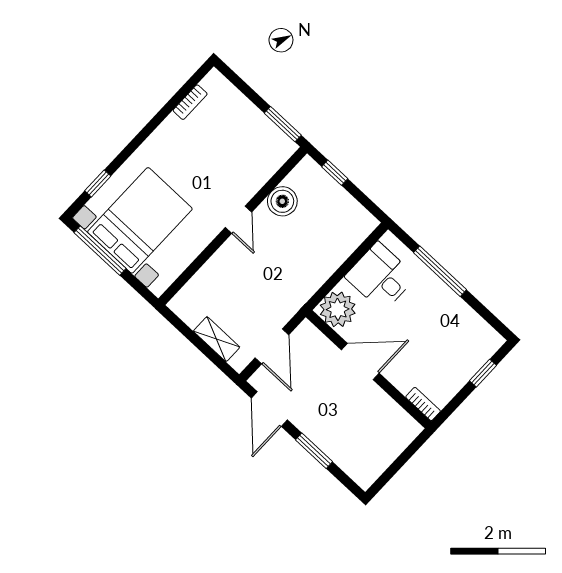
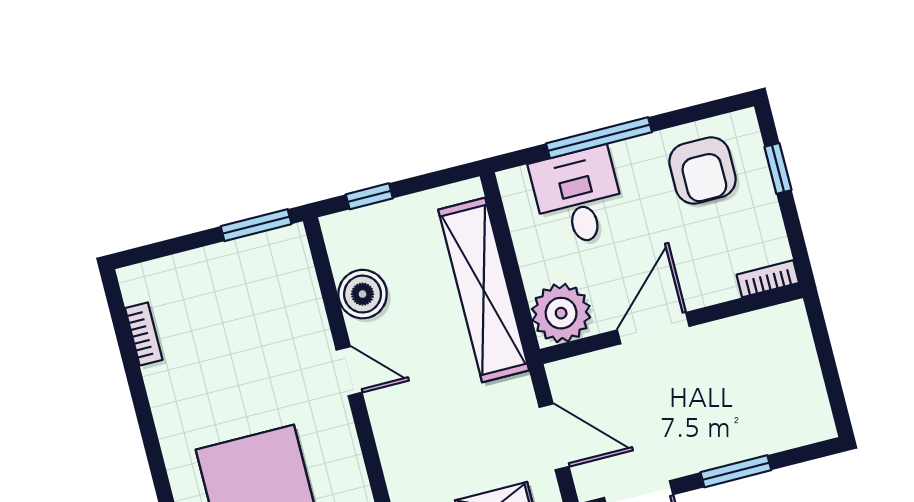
shelving: (324, 262) -> (484, 290), added
desk: (380, 277) -> (578, 197), moved, turned 90
armchair: (457, 335) -> (703, 170), added

